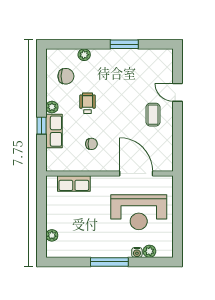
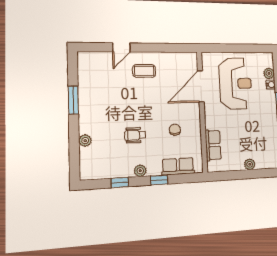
chair: (66, 76) -> (108, 158), removed
window: (42, 87) -> (120, 183), added
row of seats: (54, 131) -> (178, 166), moved
plant: (52, 235) -> (250, 164), moved

